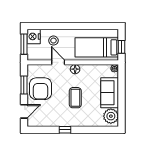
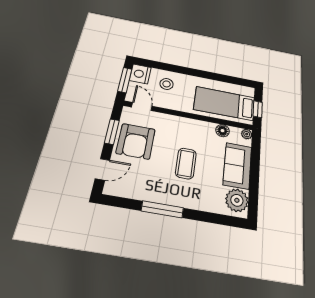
door: (58, 62) -> (142, 107), moved
floor lamp: (75, 69) -> (222, 131), moved
window: (65, 130) -> (162, 209), width x2.17

